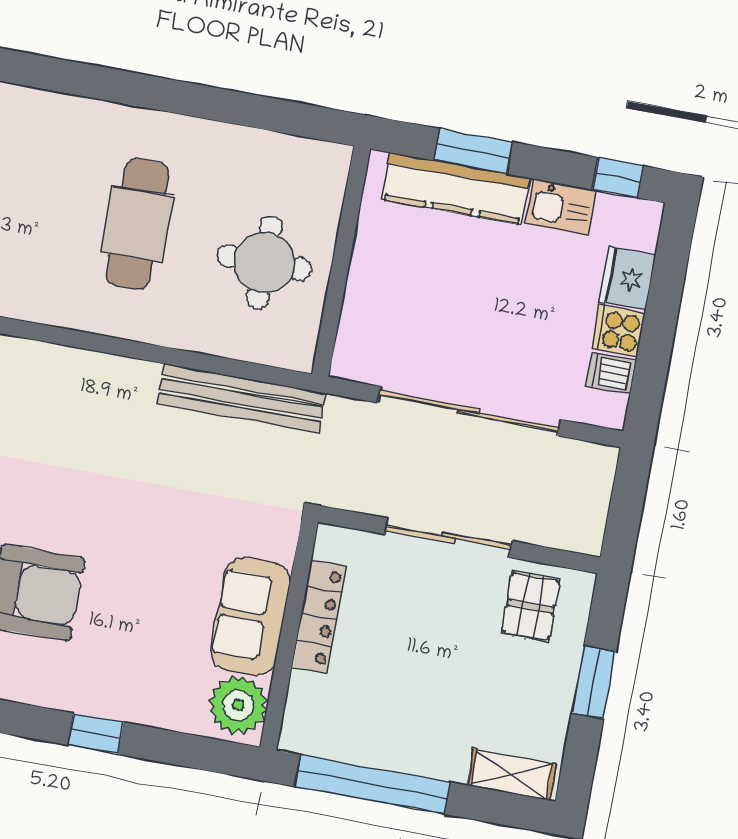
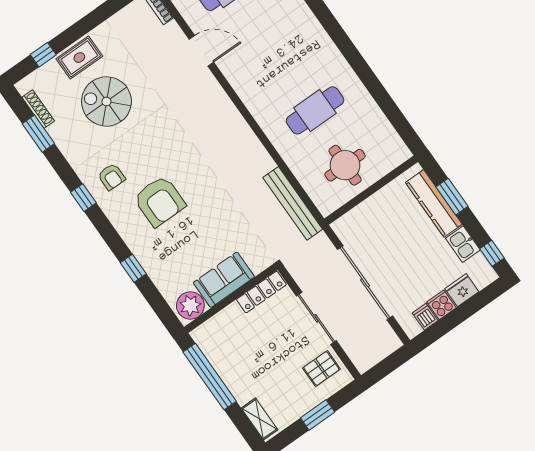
locker: (319, 616) -> (261, 292), moved

